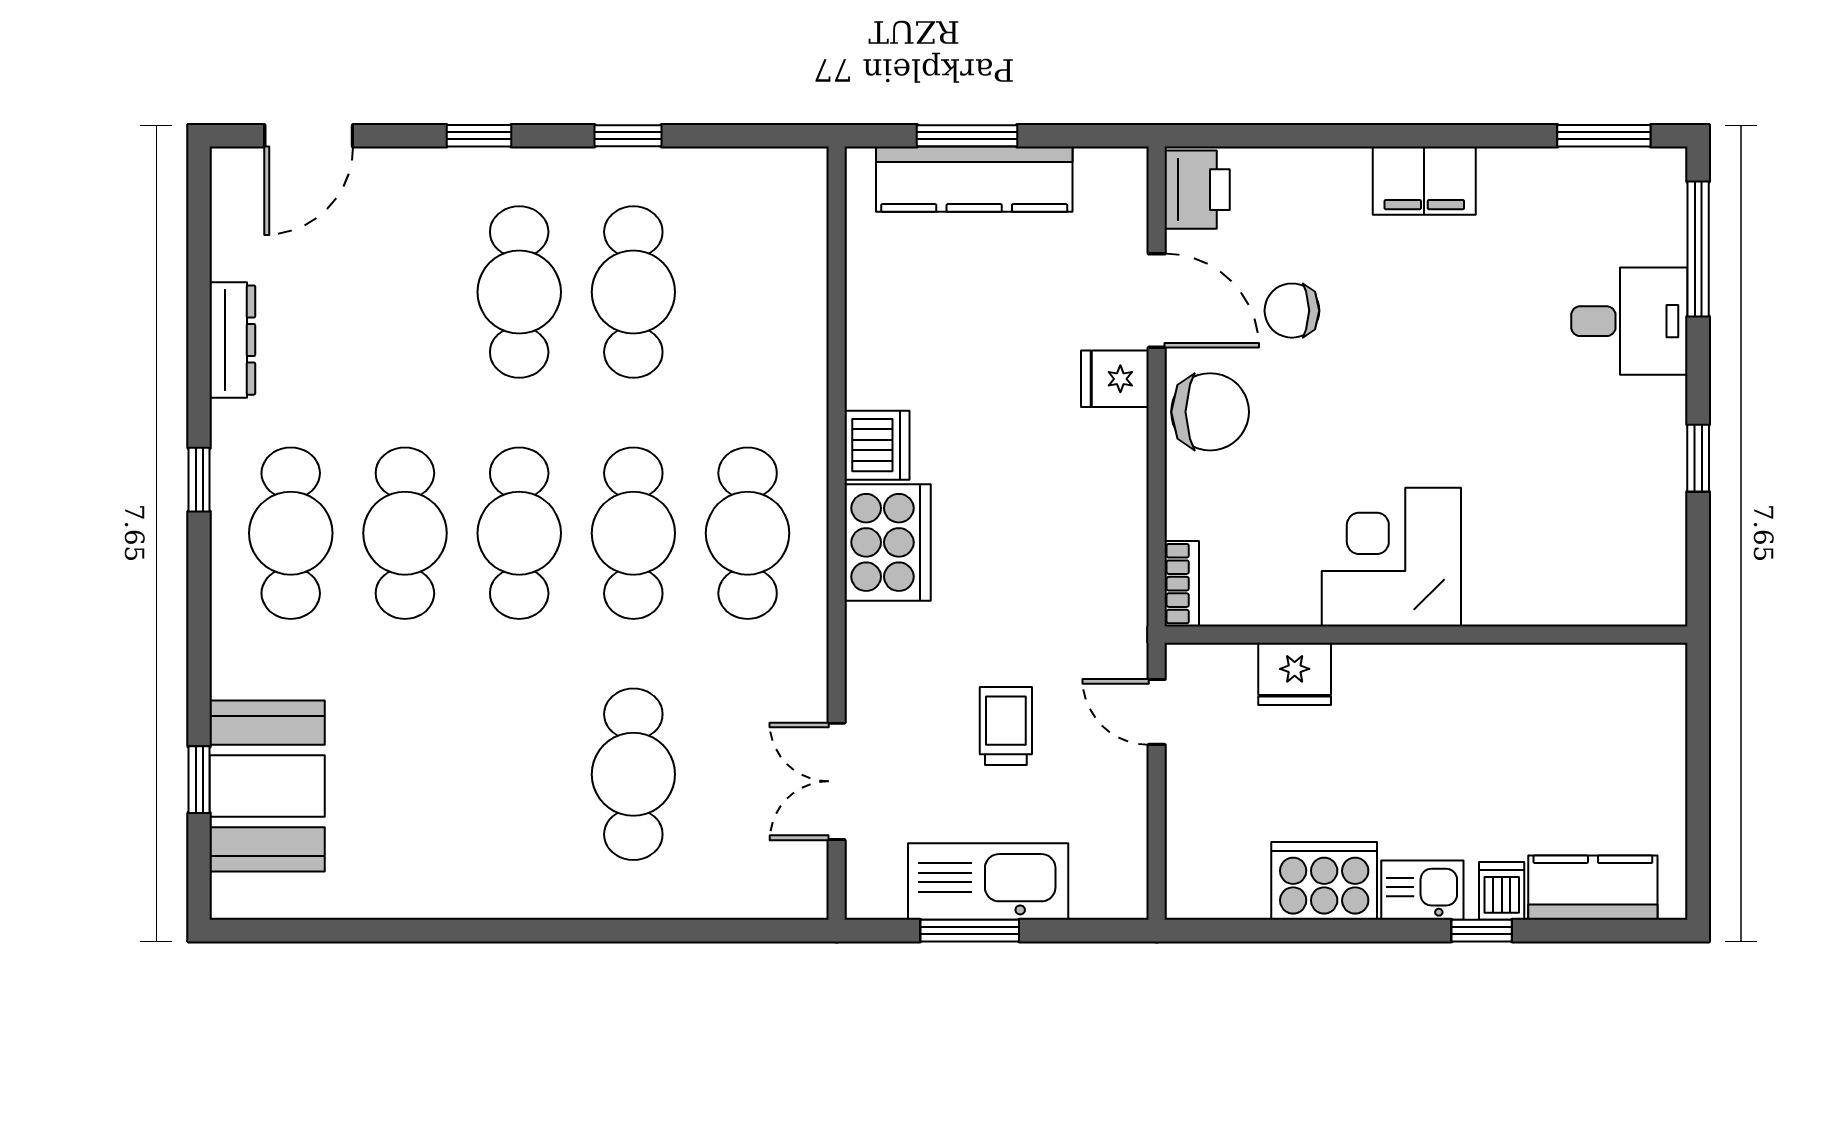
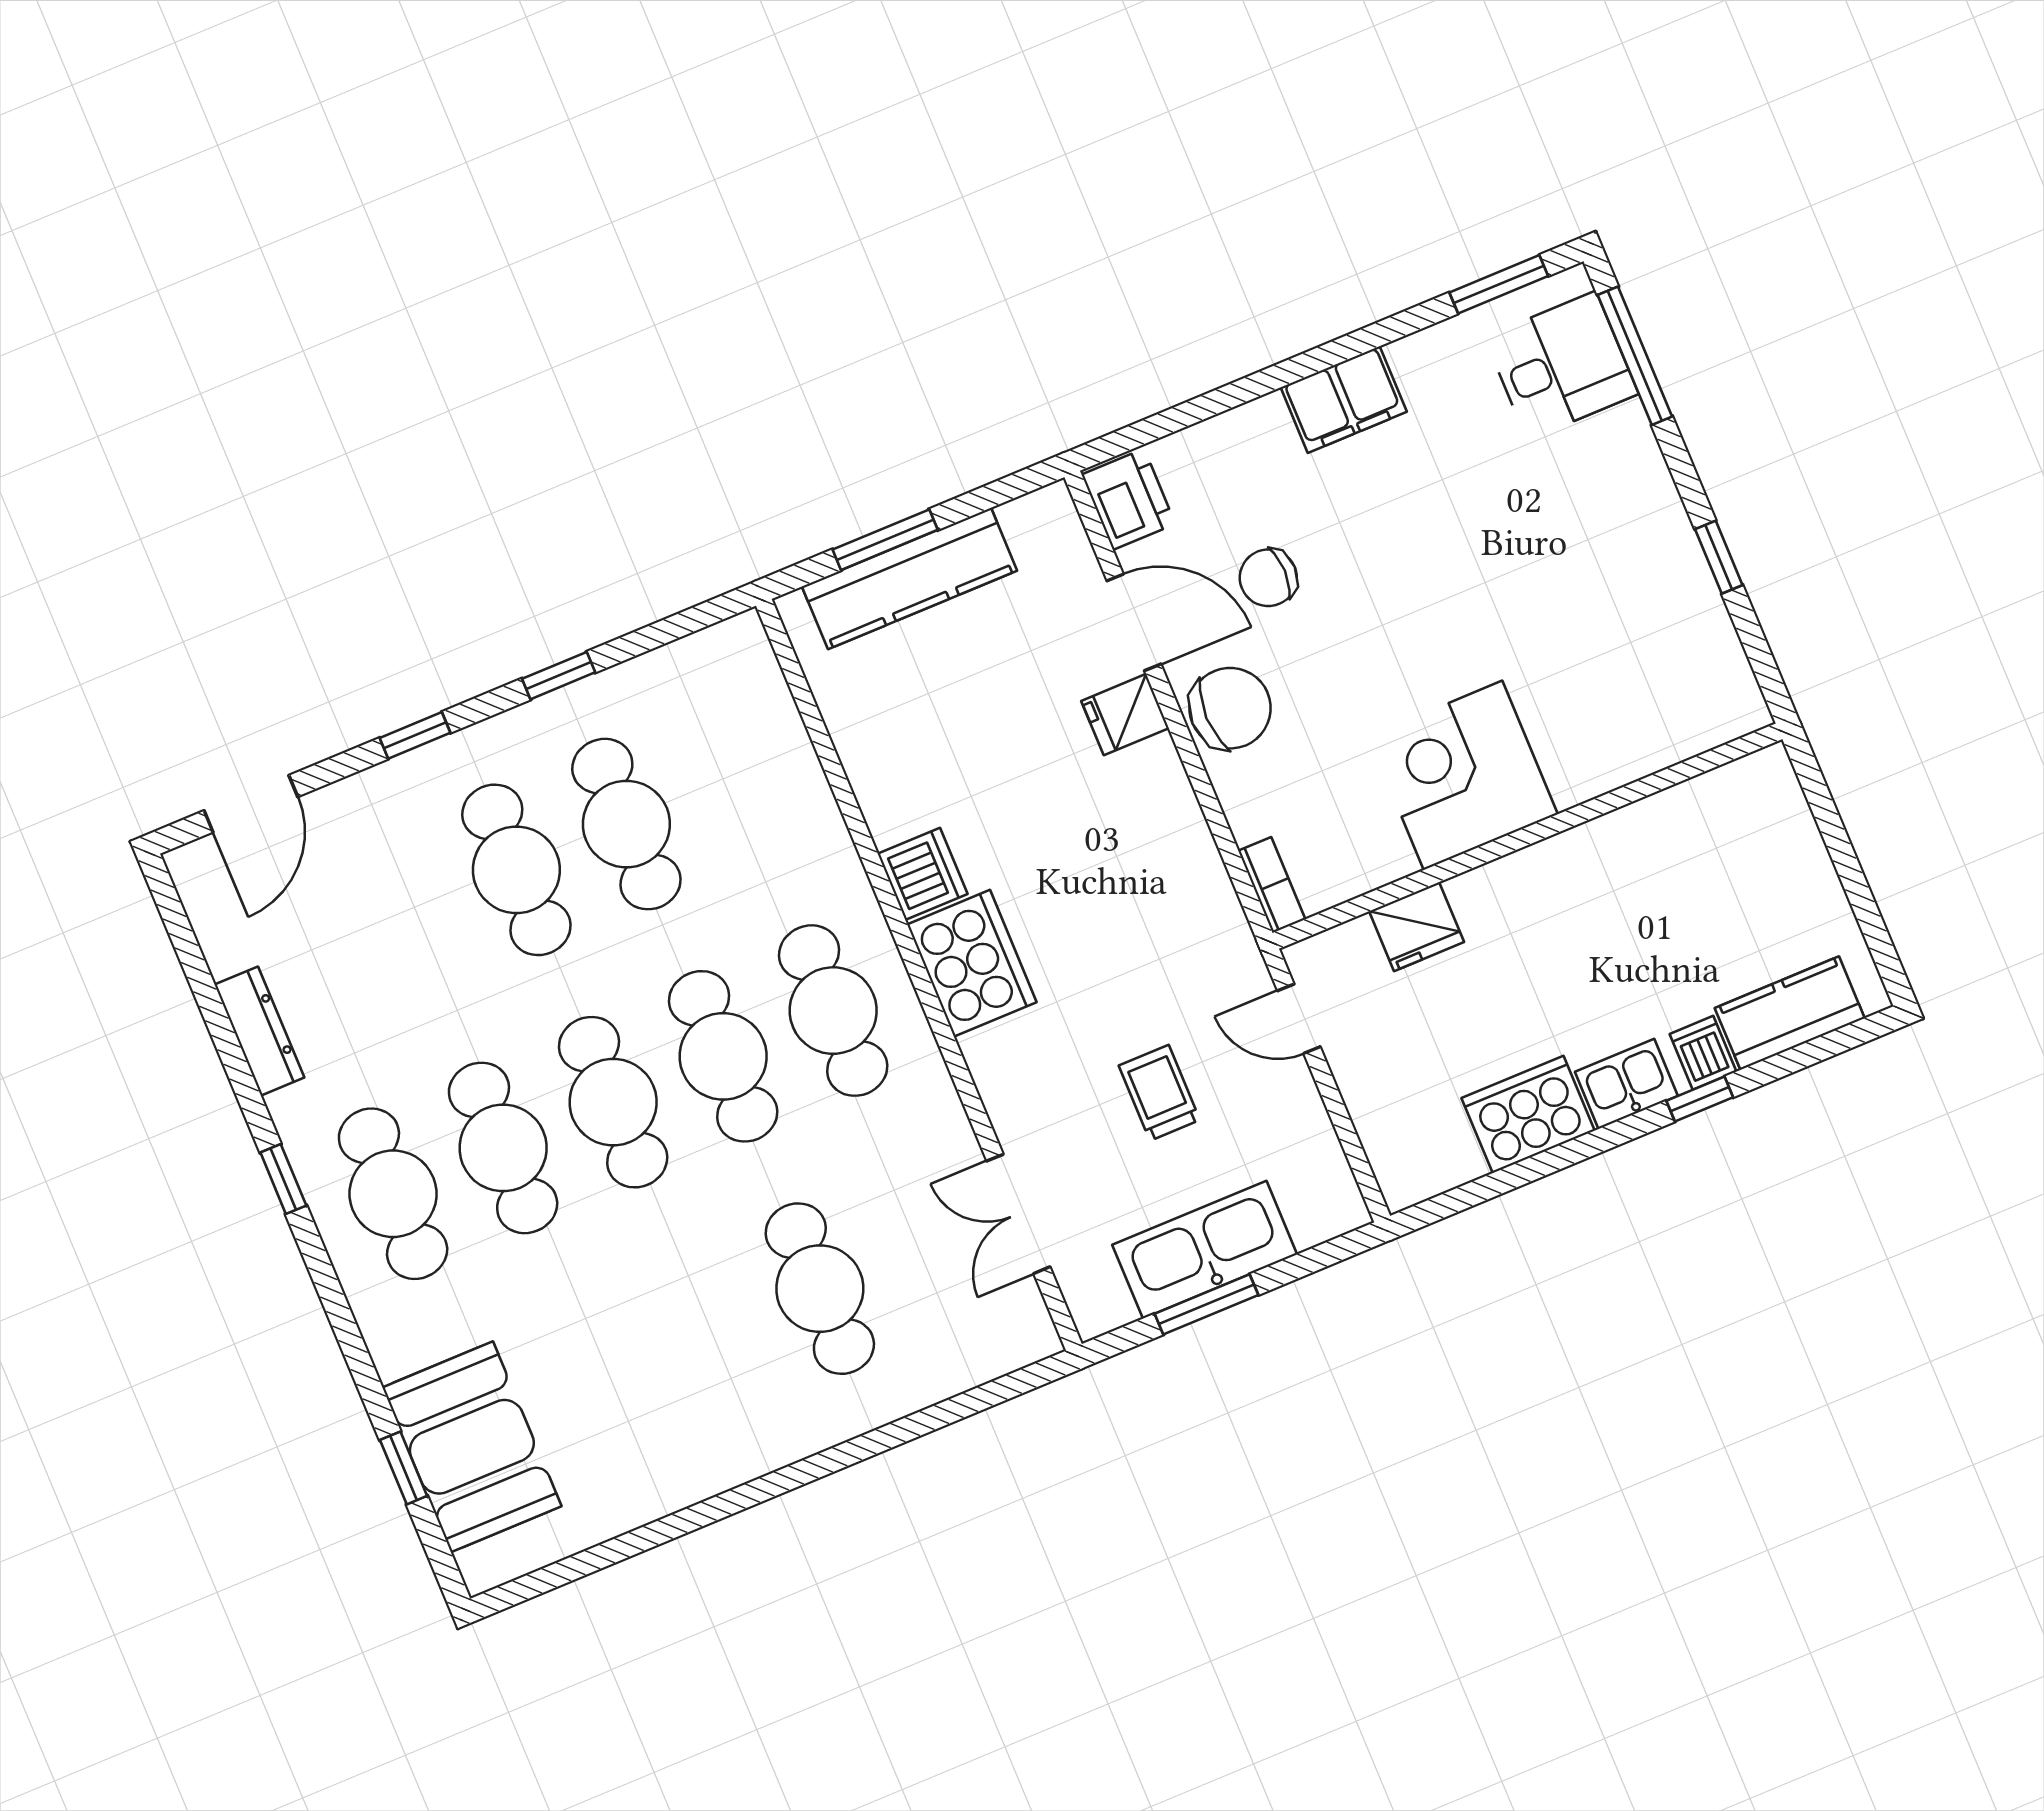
desk: (1629, 321) -> (1561, 366), moved

